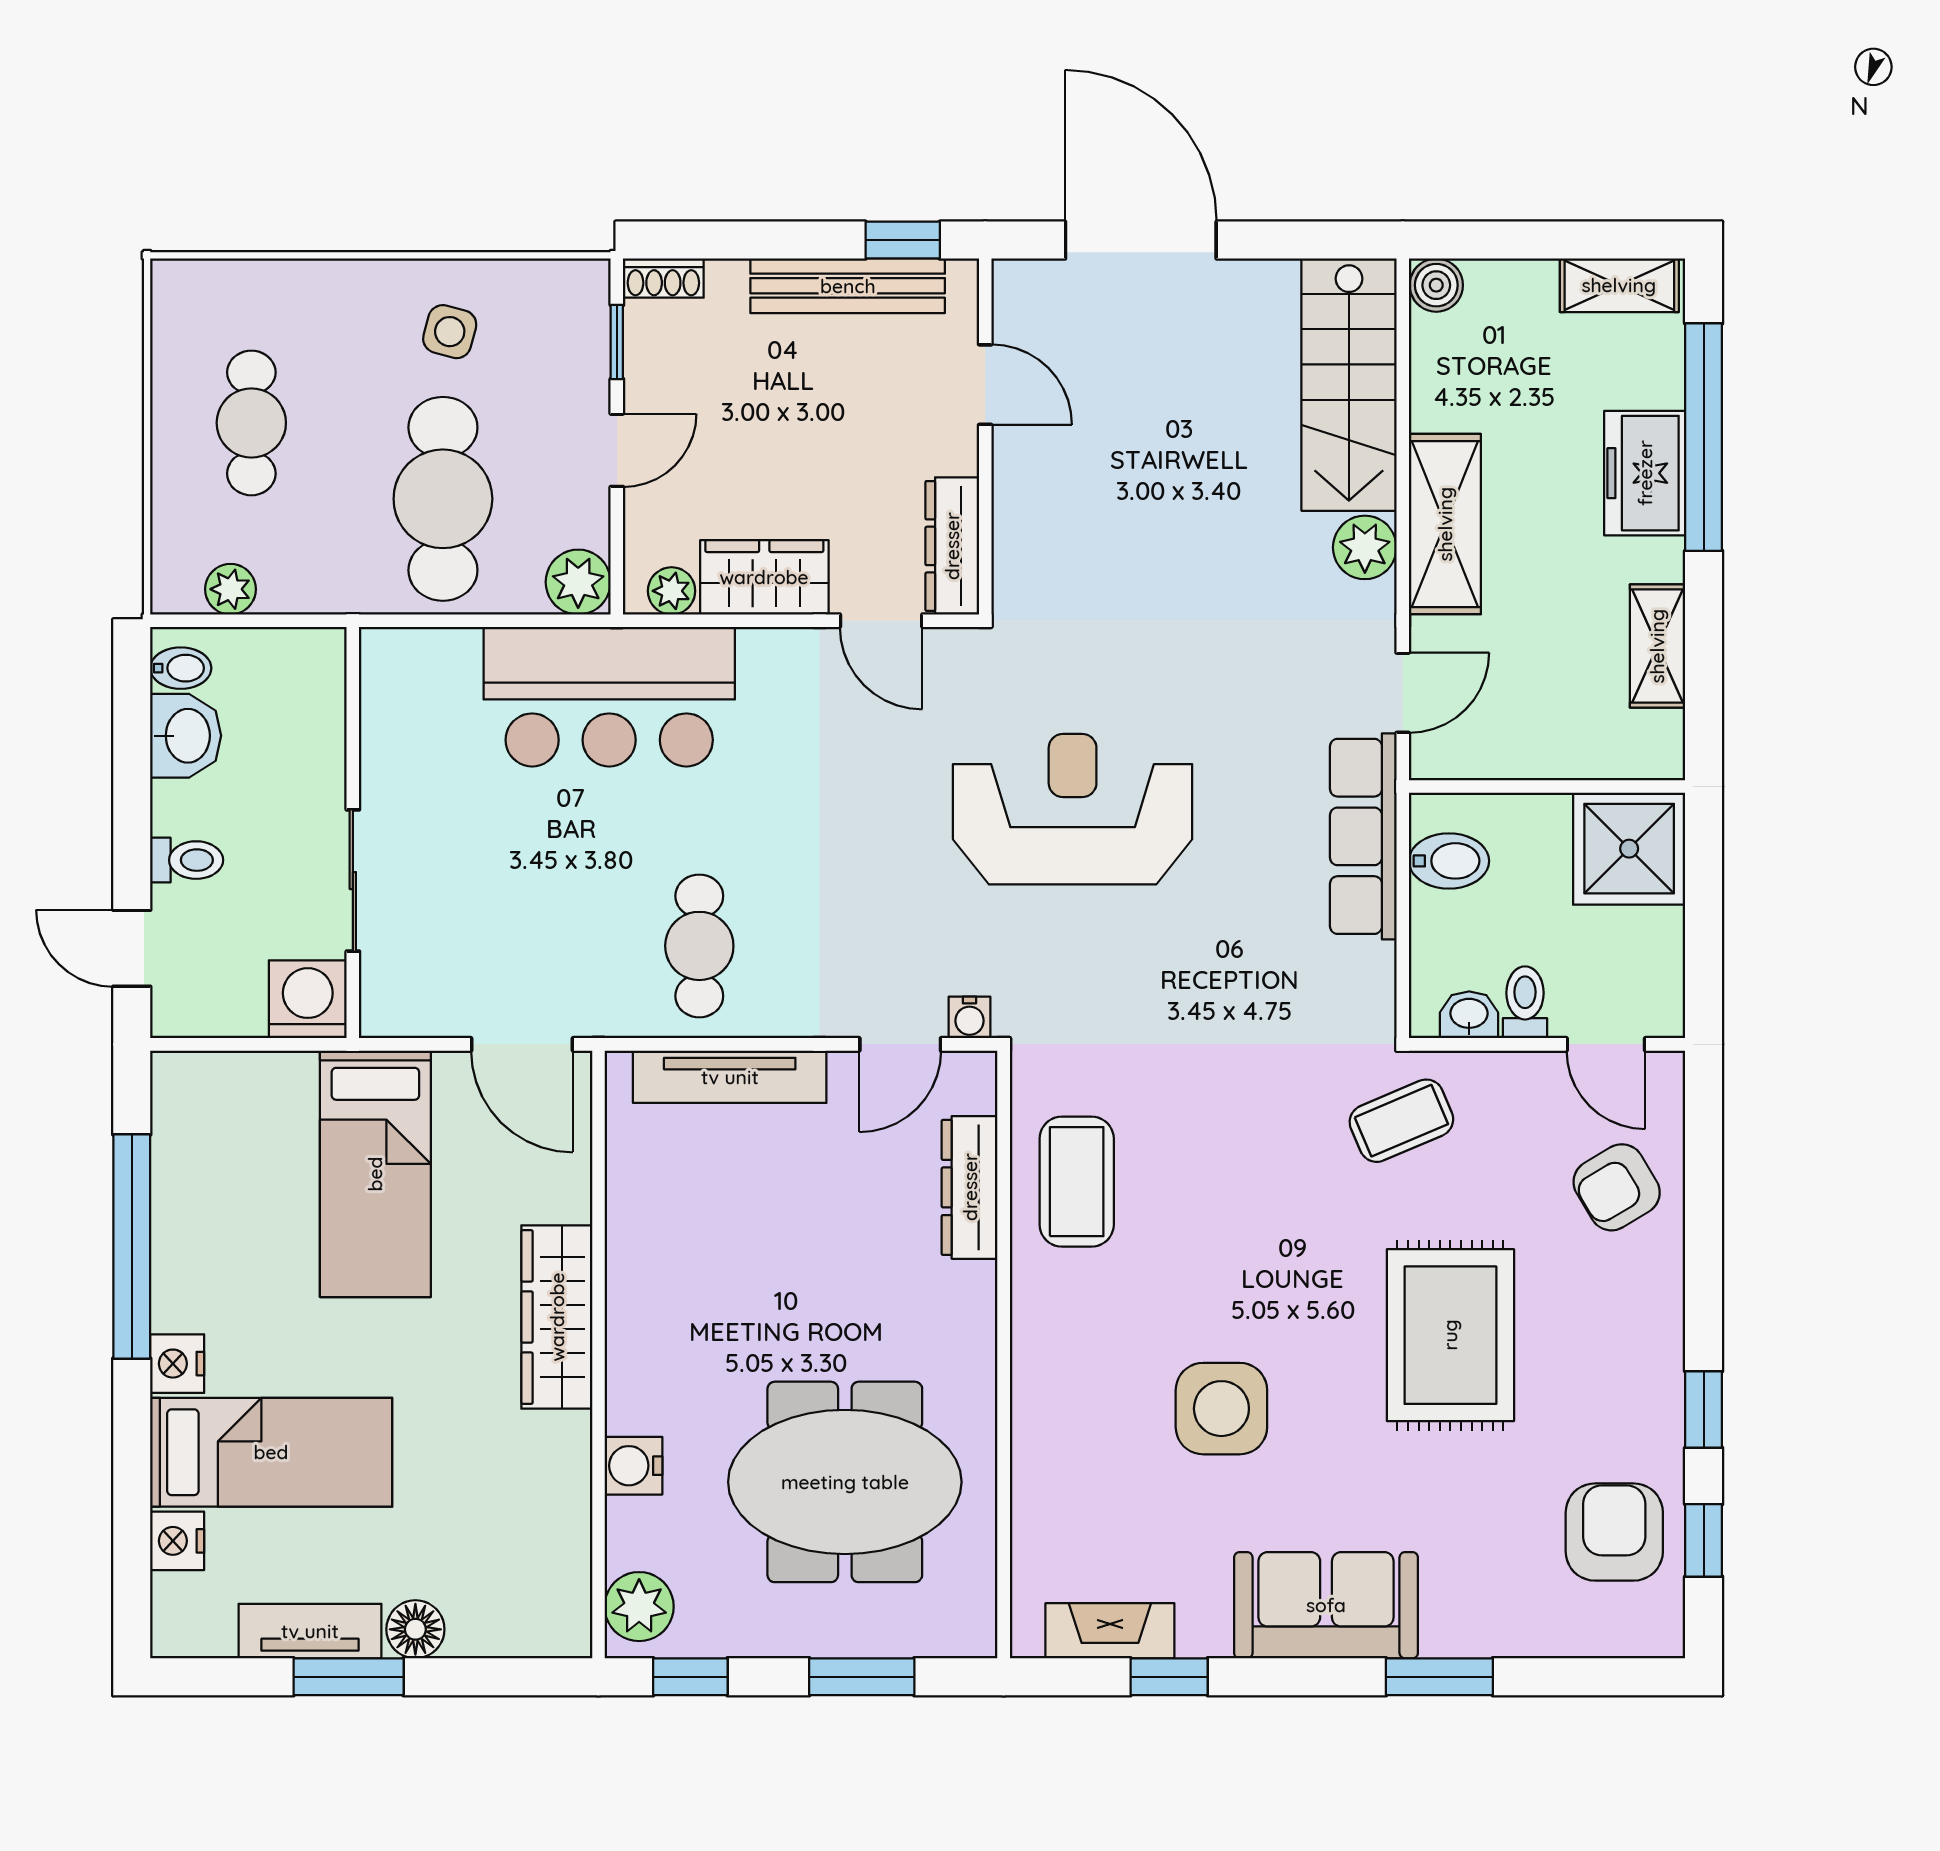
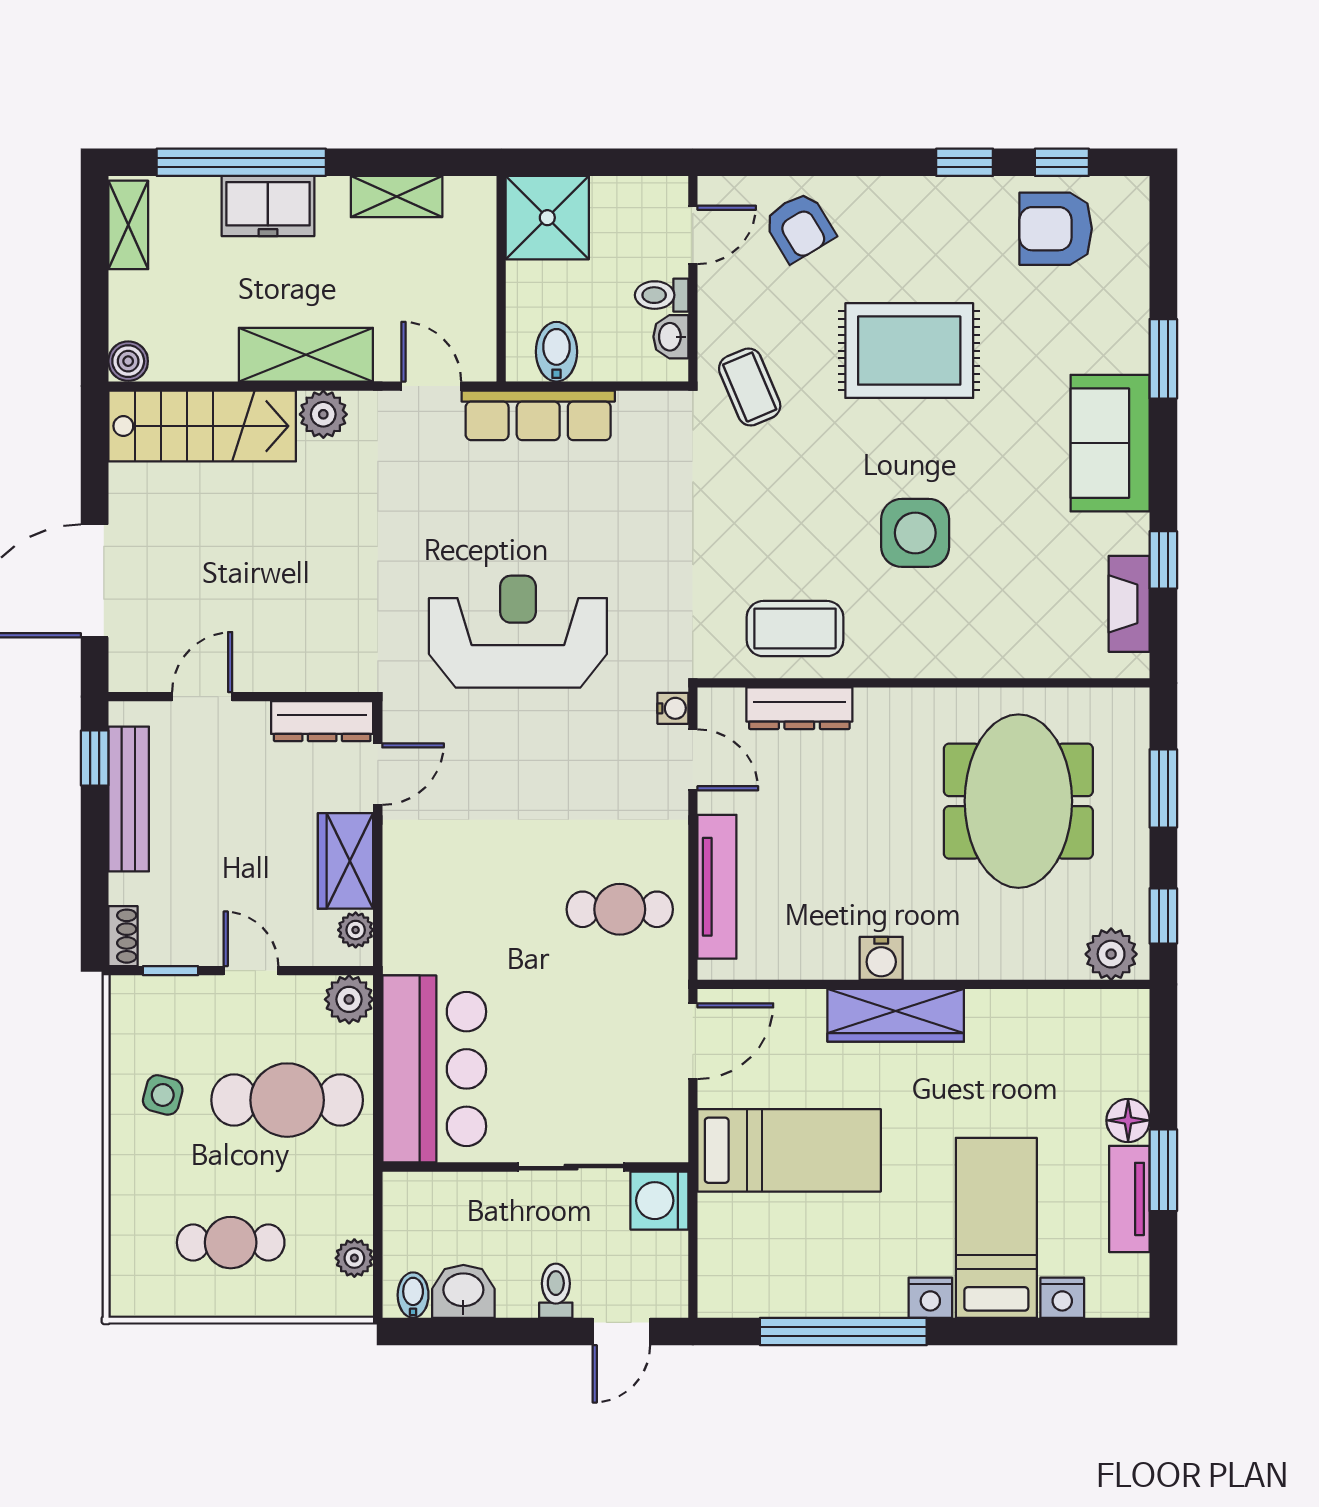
bar counter: (609, 697) -> (434, 1069), moved
reception desk: (1073, 809) -> (518, 632), turned 90
side table: (1221, 1409) -> (915, 533), moved
water cooler: (633, 1466) -> (881, 958), moved

